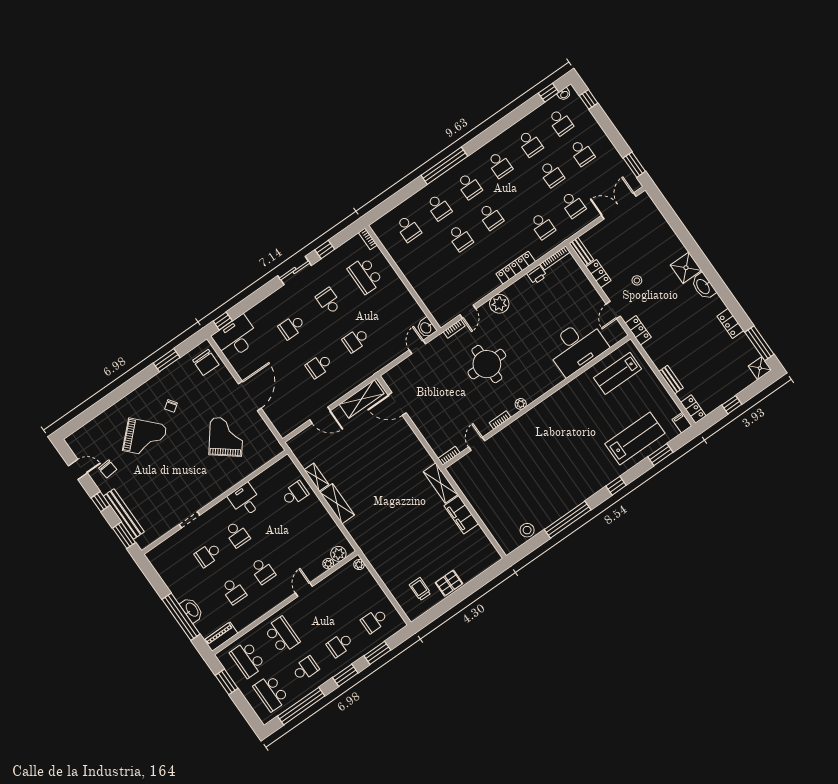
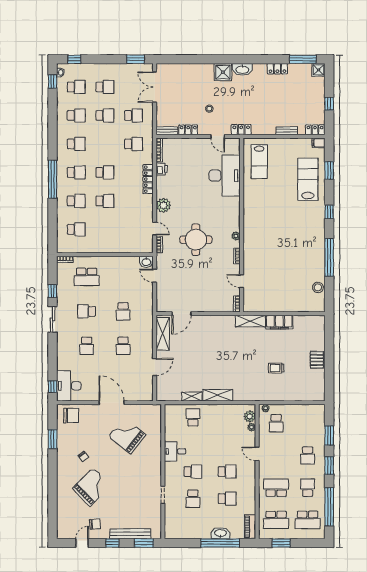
trolley: (420, 589) -> (276, 368), moved
school desk: (374, 621) -> (276, 423), moved

